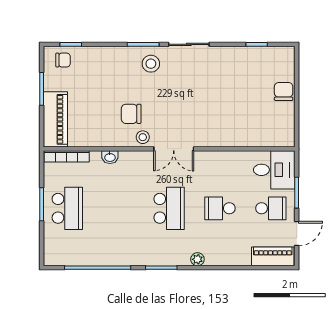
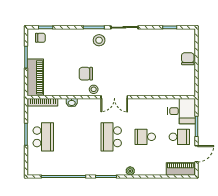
school desk: (169, 208) -> (111, 137), turned 180

